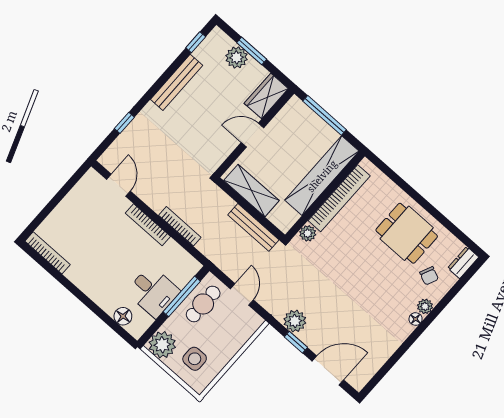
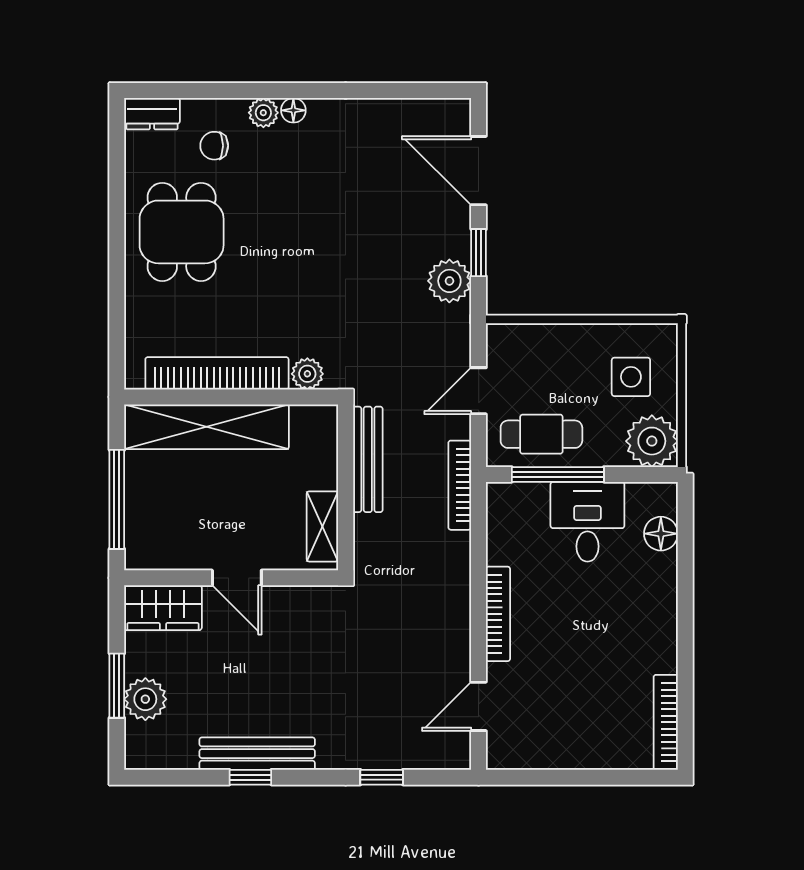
window: (196, 42) -> (250, 777), moved
shelving: (251, 190) -> (322, 526), width x0.67, depth x0.75
bookcase: (180, 226) -> (460, 485), moved
chair: (429, 276) -> (214, 146), turned -114

